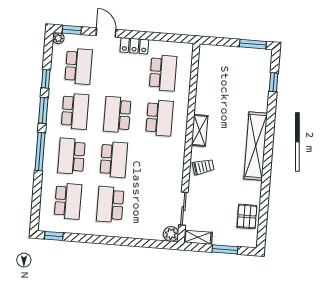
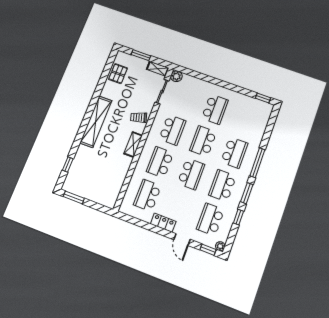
school desk: (68, 201) -> (172, 130), moved, turned 180

